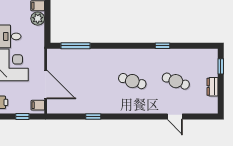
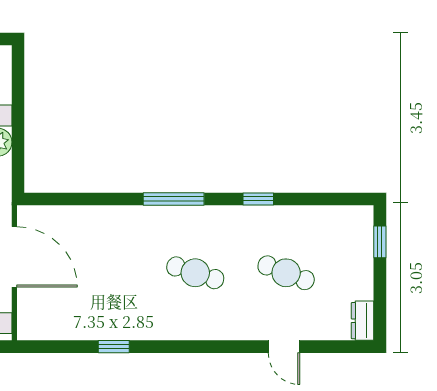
window: (75, 46) -> (174, 199), moved
door: (46, 84) -> (14, 257), moved
dresser: (212, 87) -> (363, 321), moved

